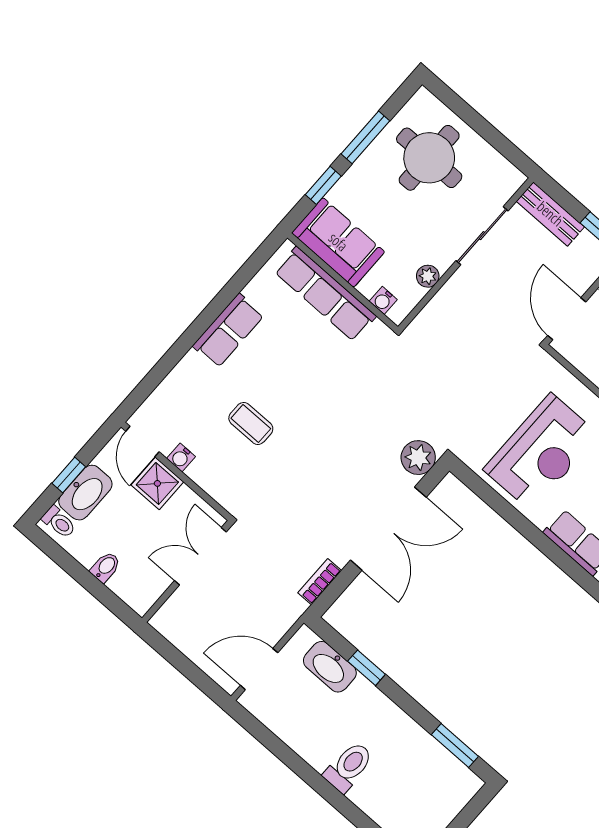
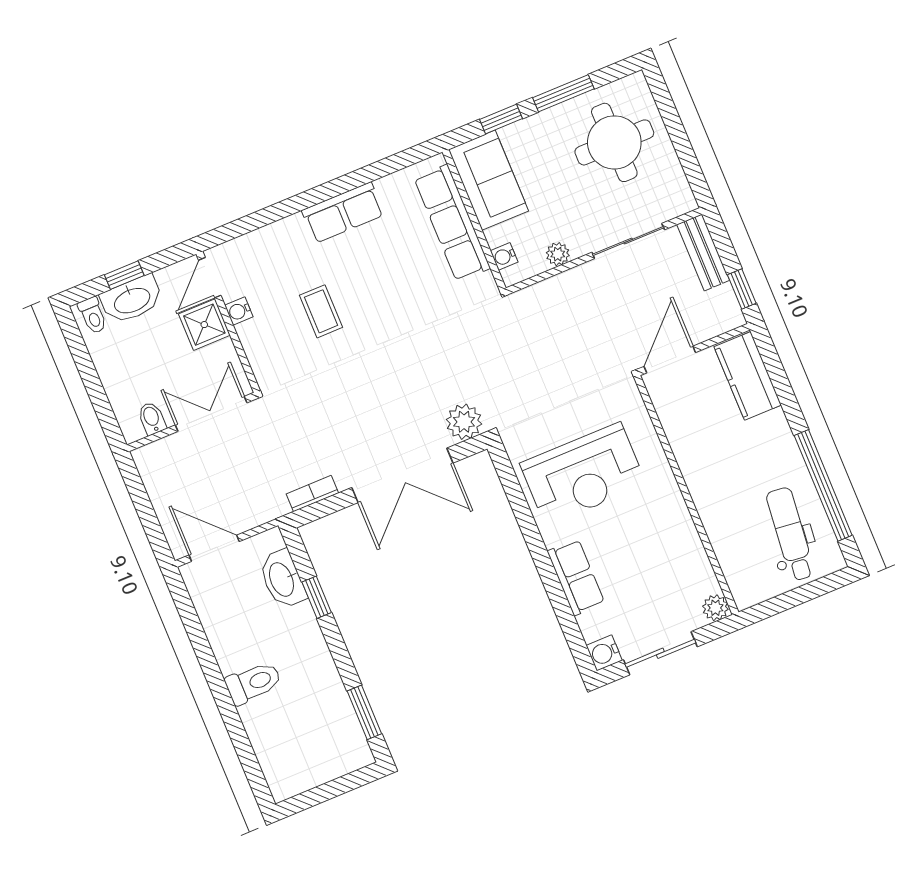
bidet: (106, 567) -> (152, 418), moved, turned -90

